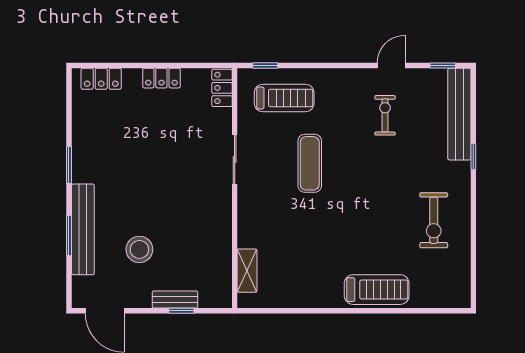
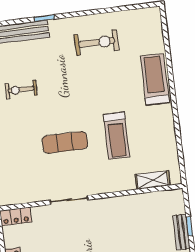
treadmill: (284, 98) -> (117, 136), moved, turned 180

